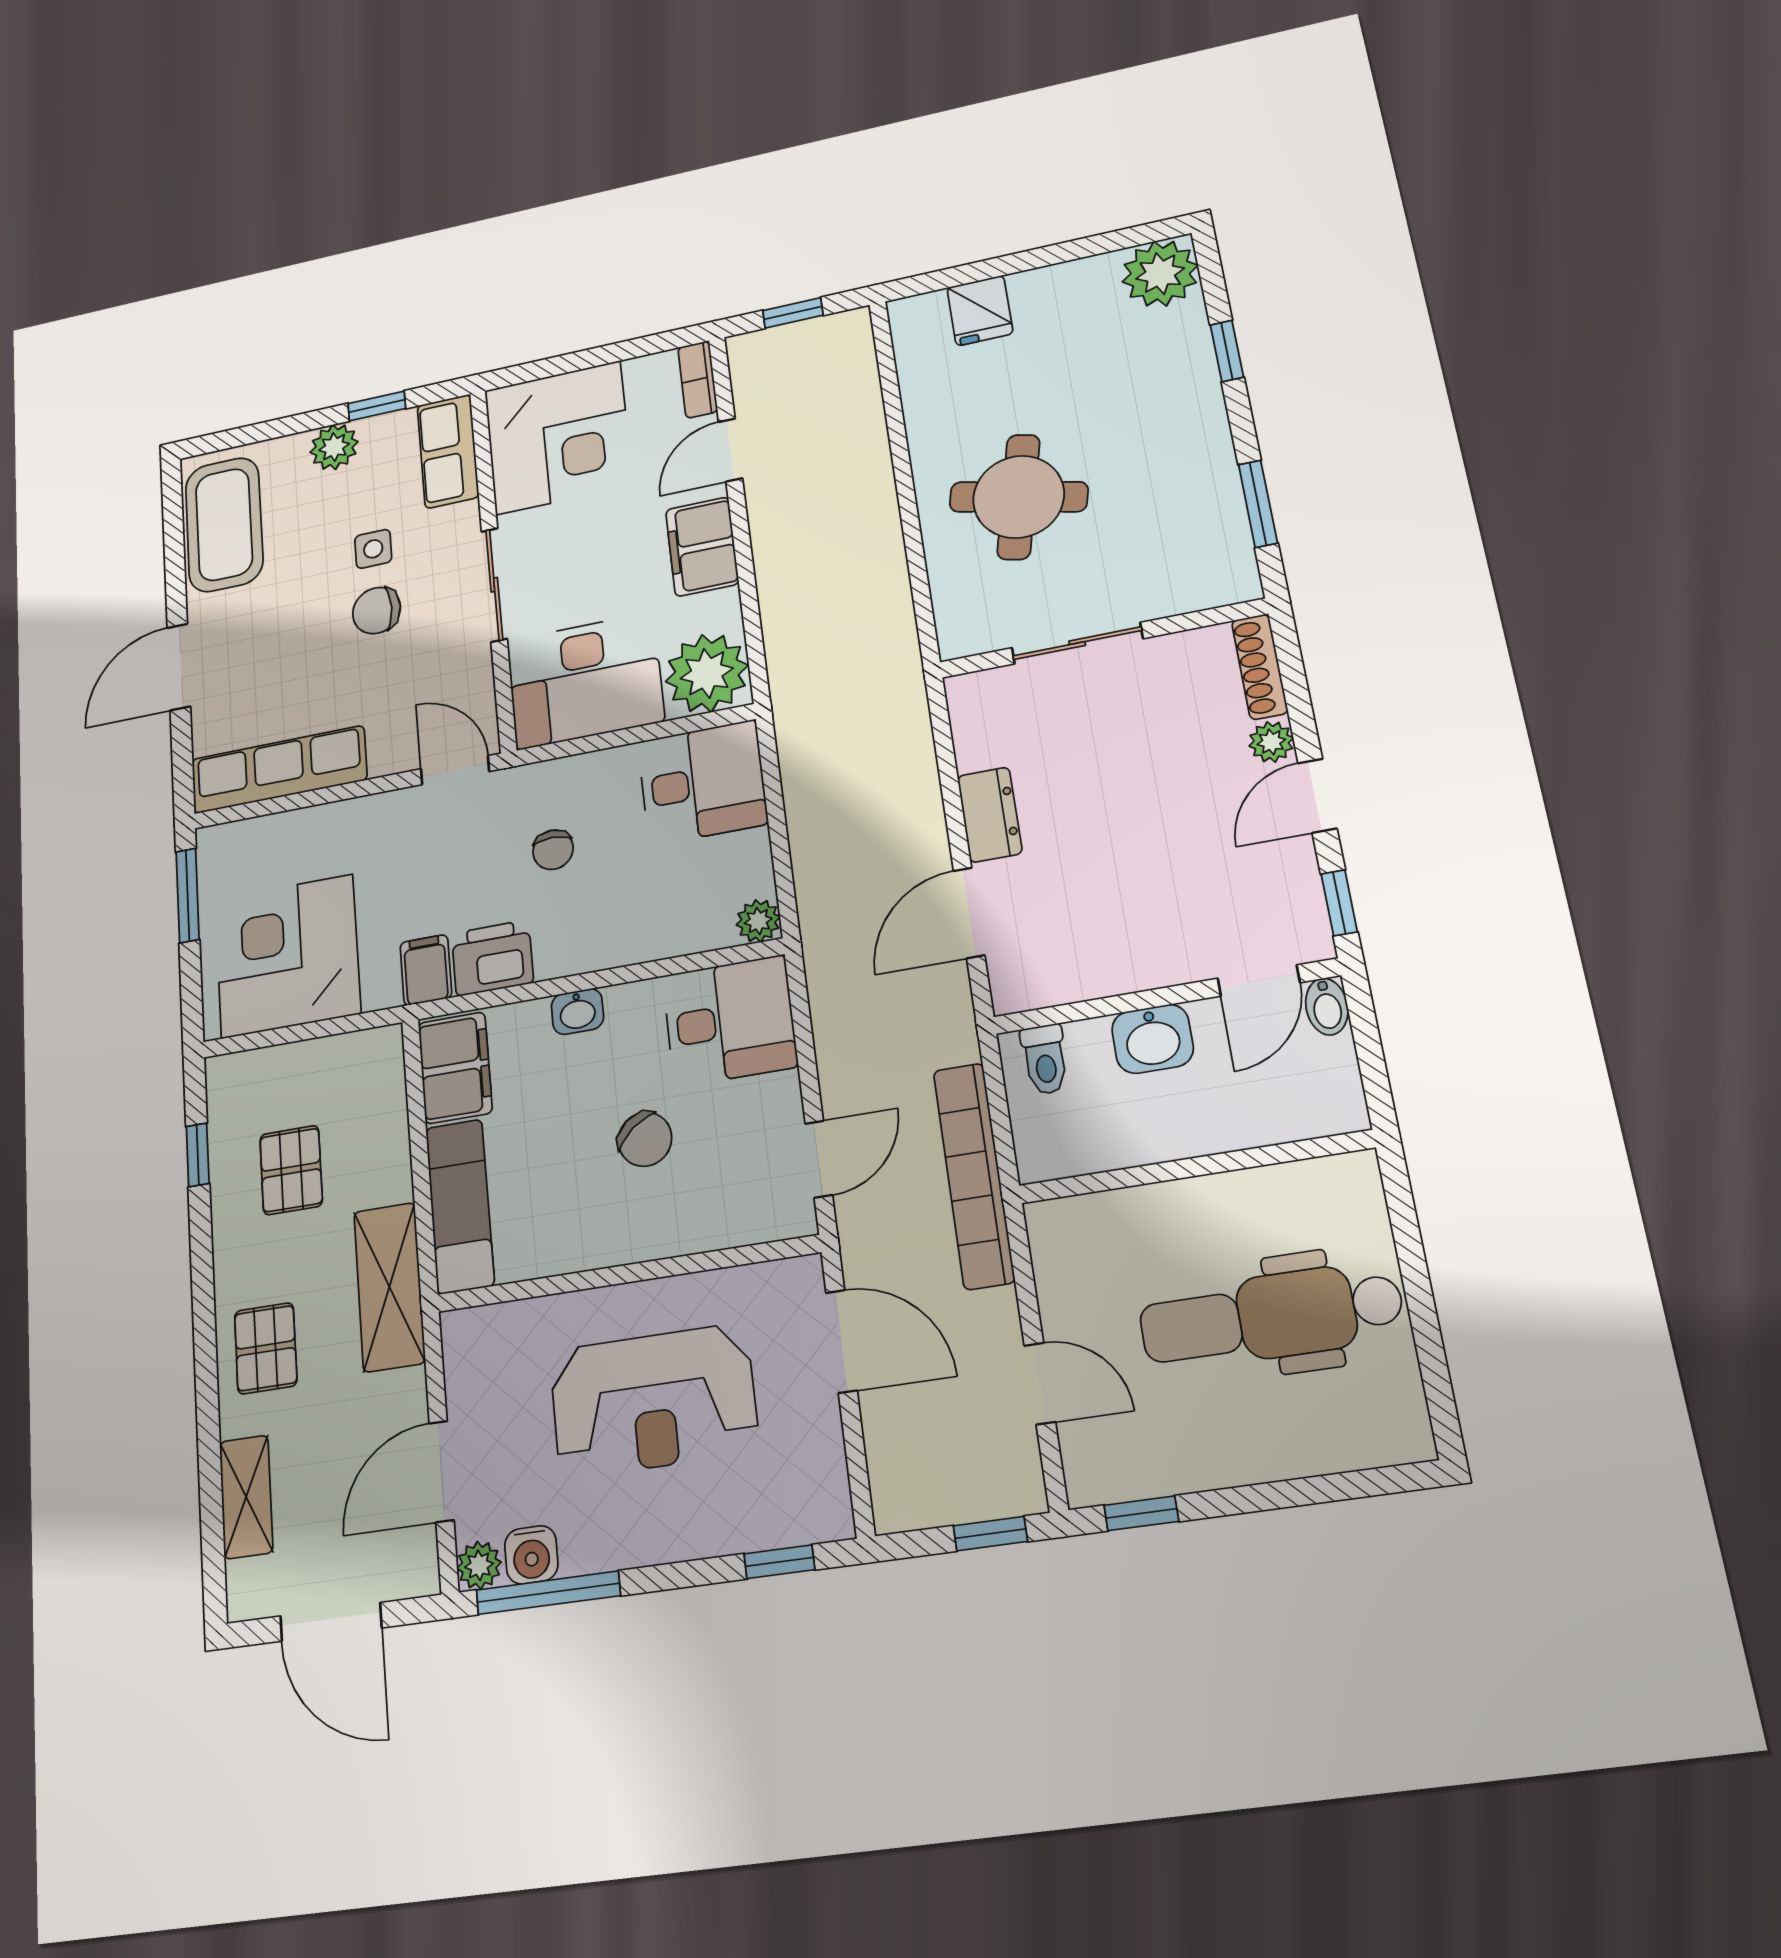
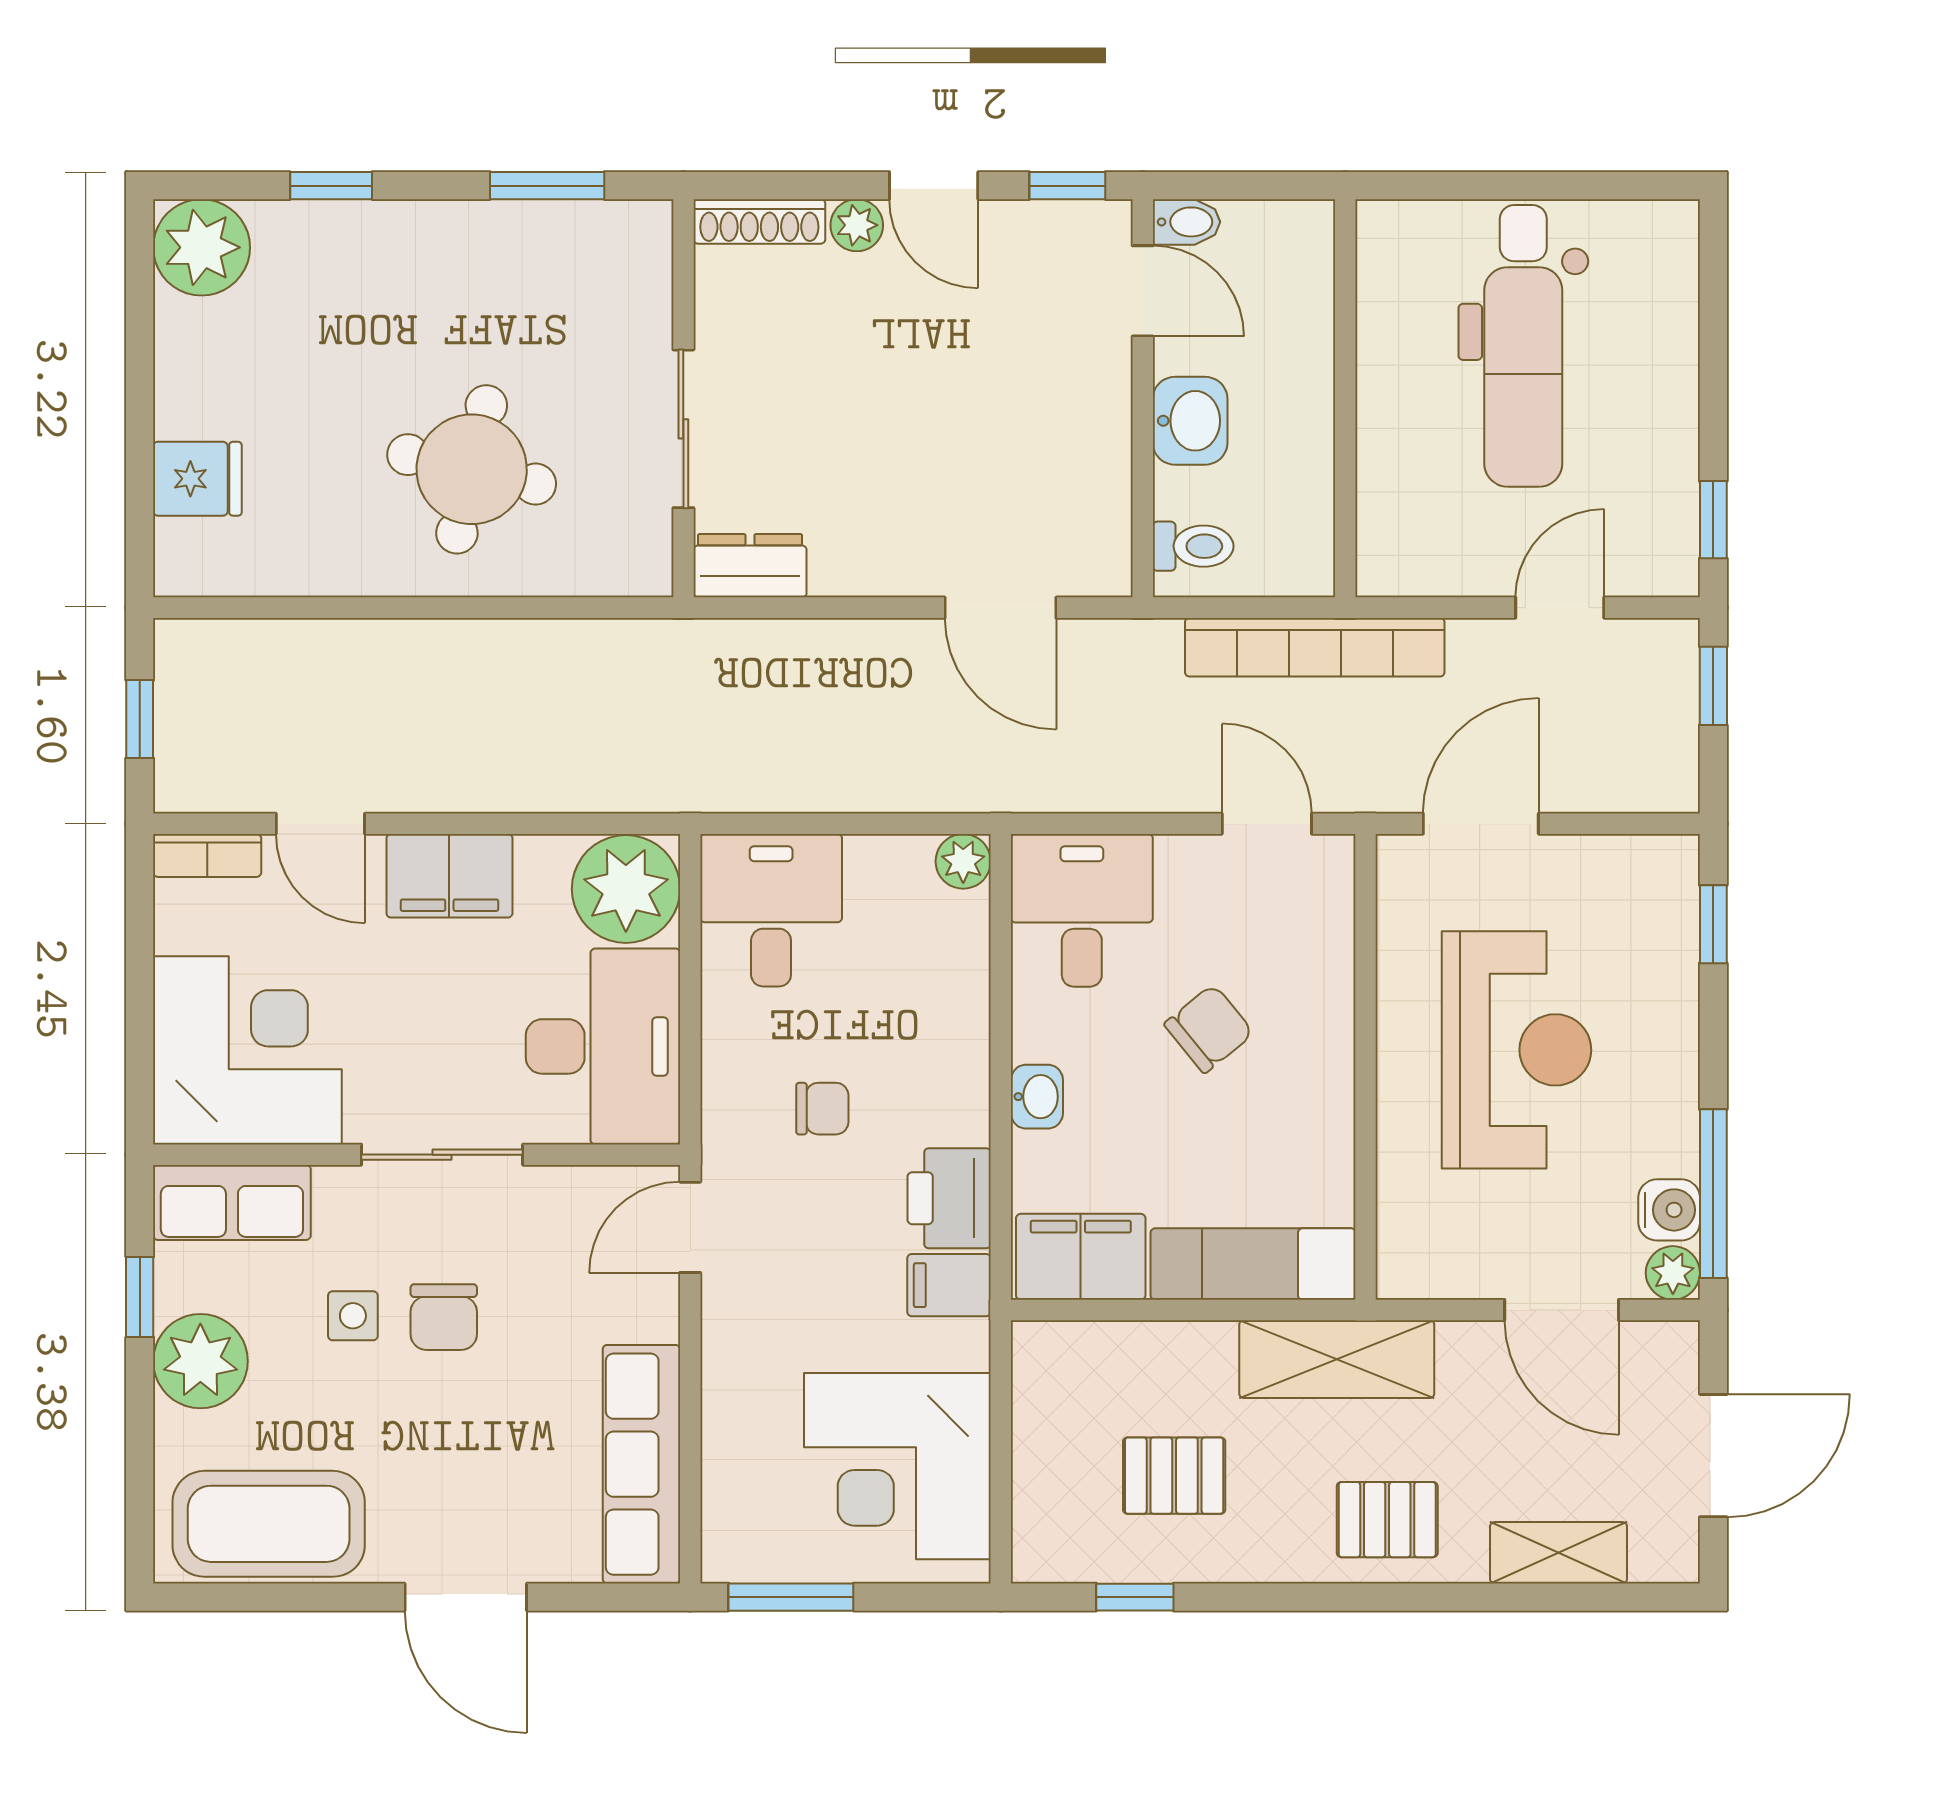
plant: (334, 447) -> (200, 1361), width x1.36, depth x1.36
dresser: (990, 815) -> (750, 566), moved

